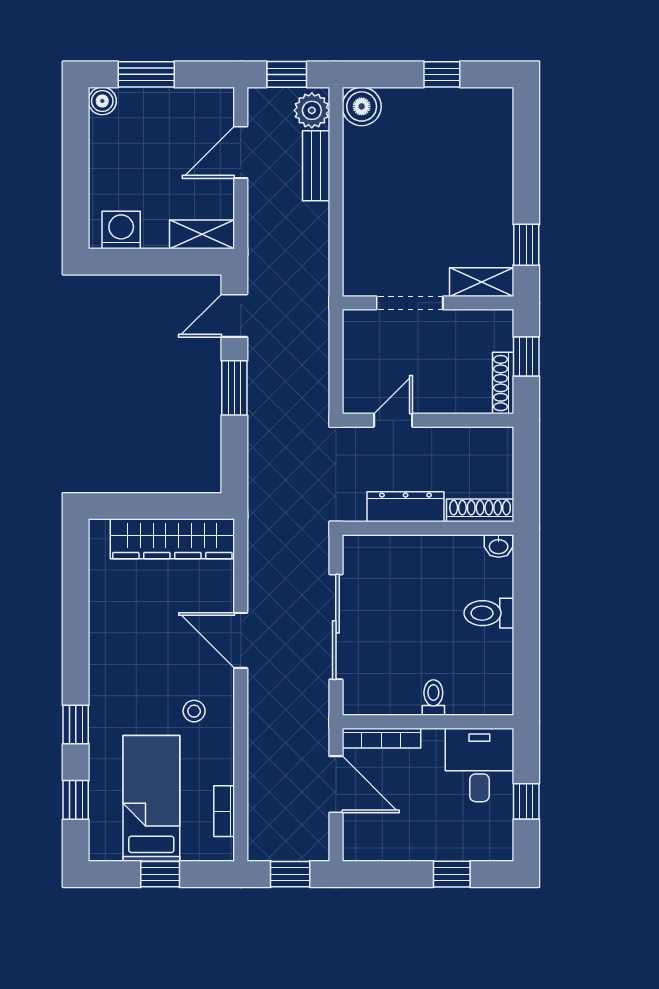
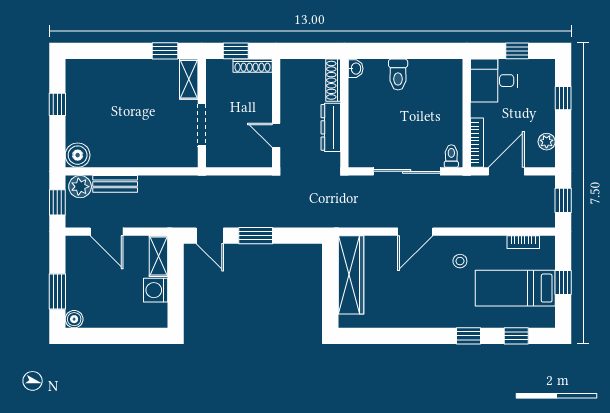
washing machine: (121, 230) -> (156, 290), moved
toilet: (433, 697) -> (451, 156), moved, turned 90
plant: (383, 848) -> (547, 142), added

